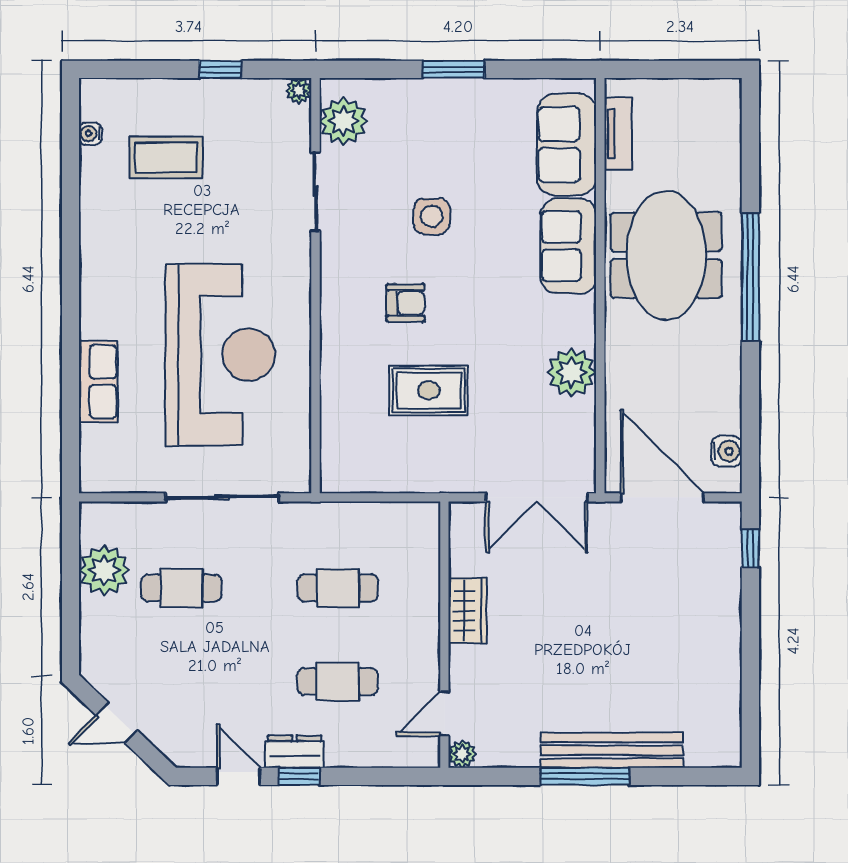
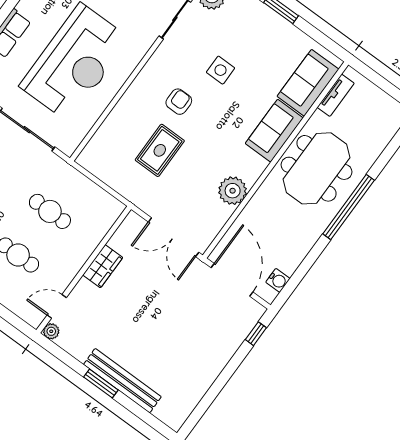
armchair: (406, 303) -> (179, 102), turned -90
rug: (429, 390) -> (160, 150), turned 90
window: (585, 776) -> (101, 384), width x0.69

